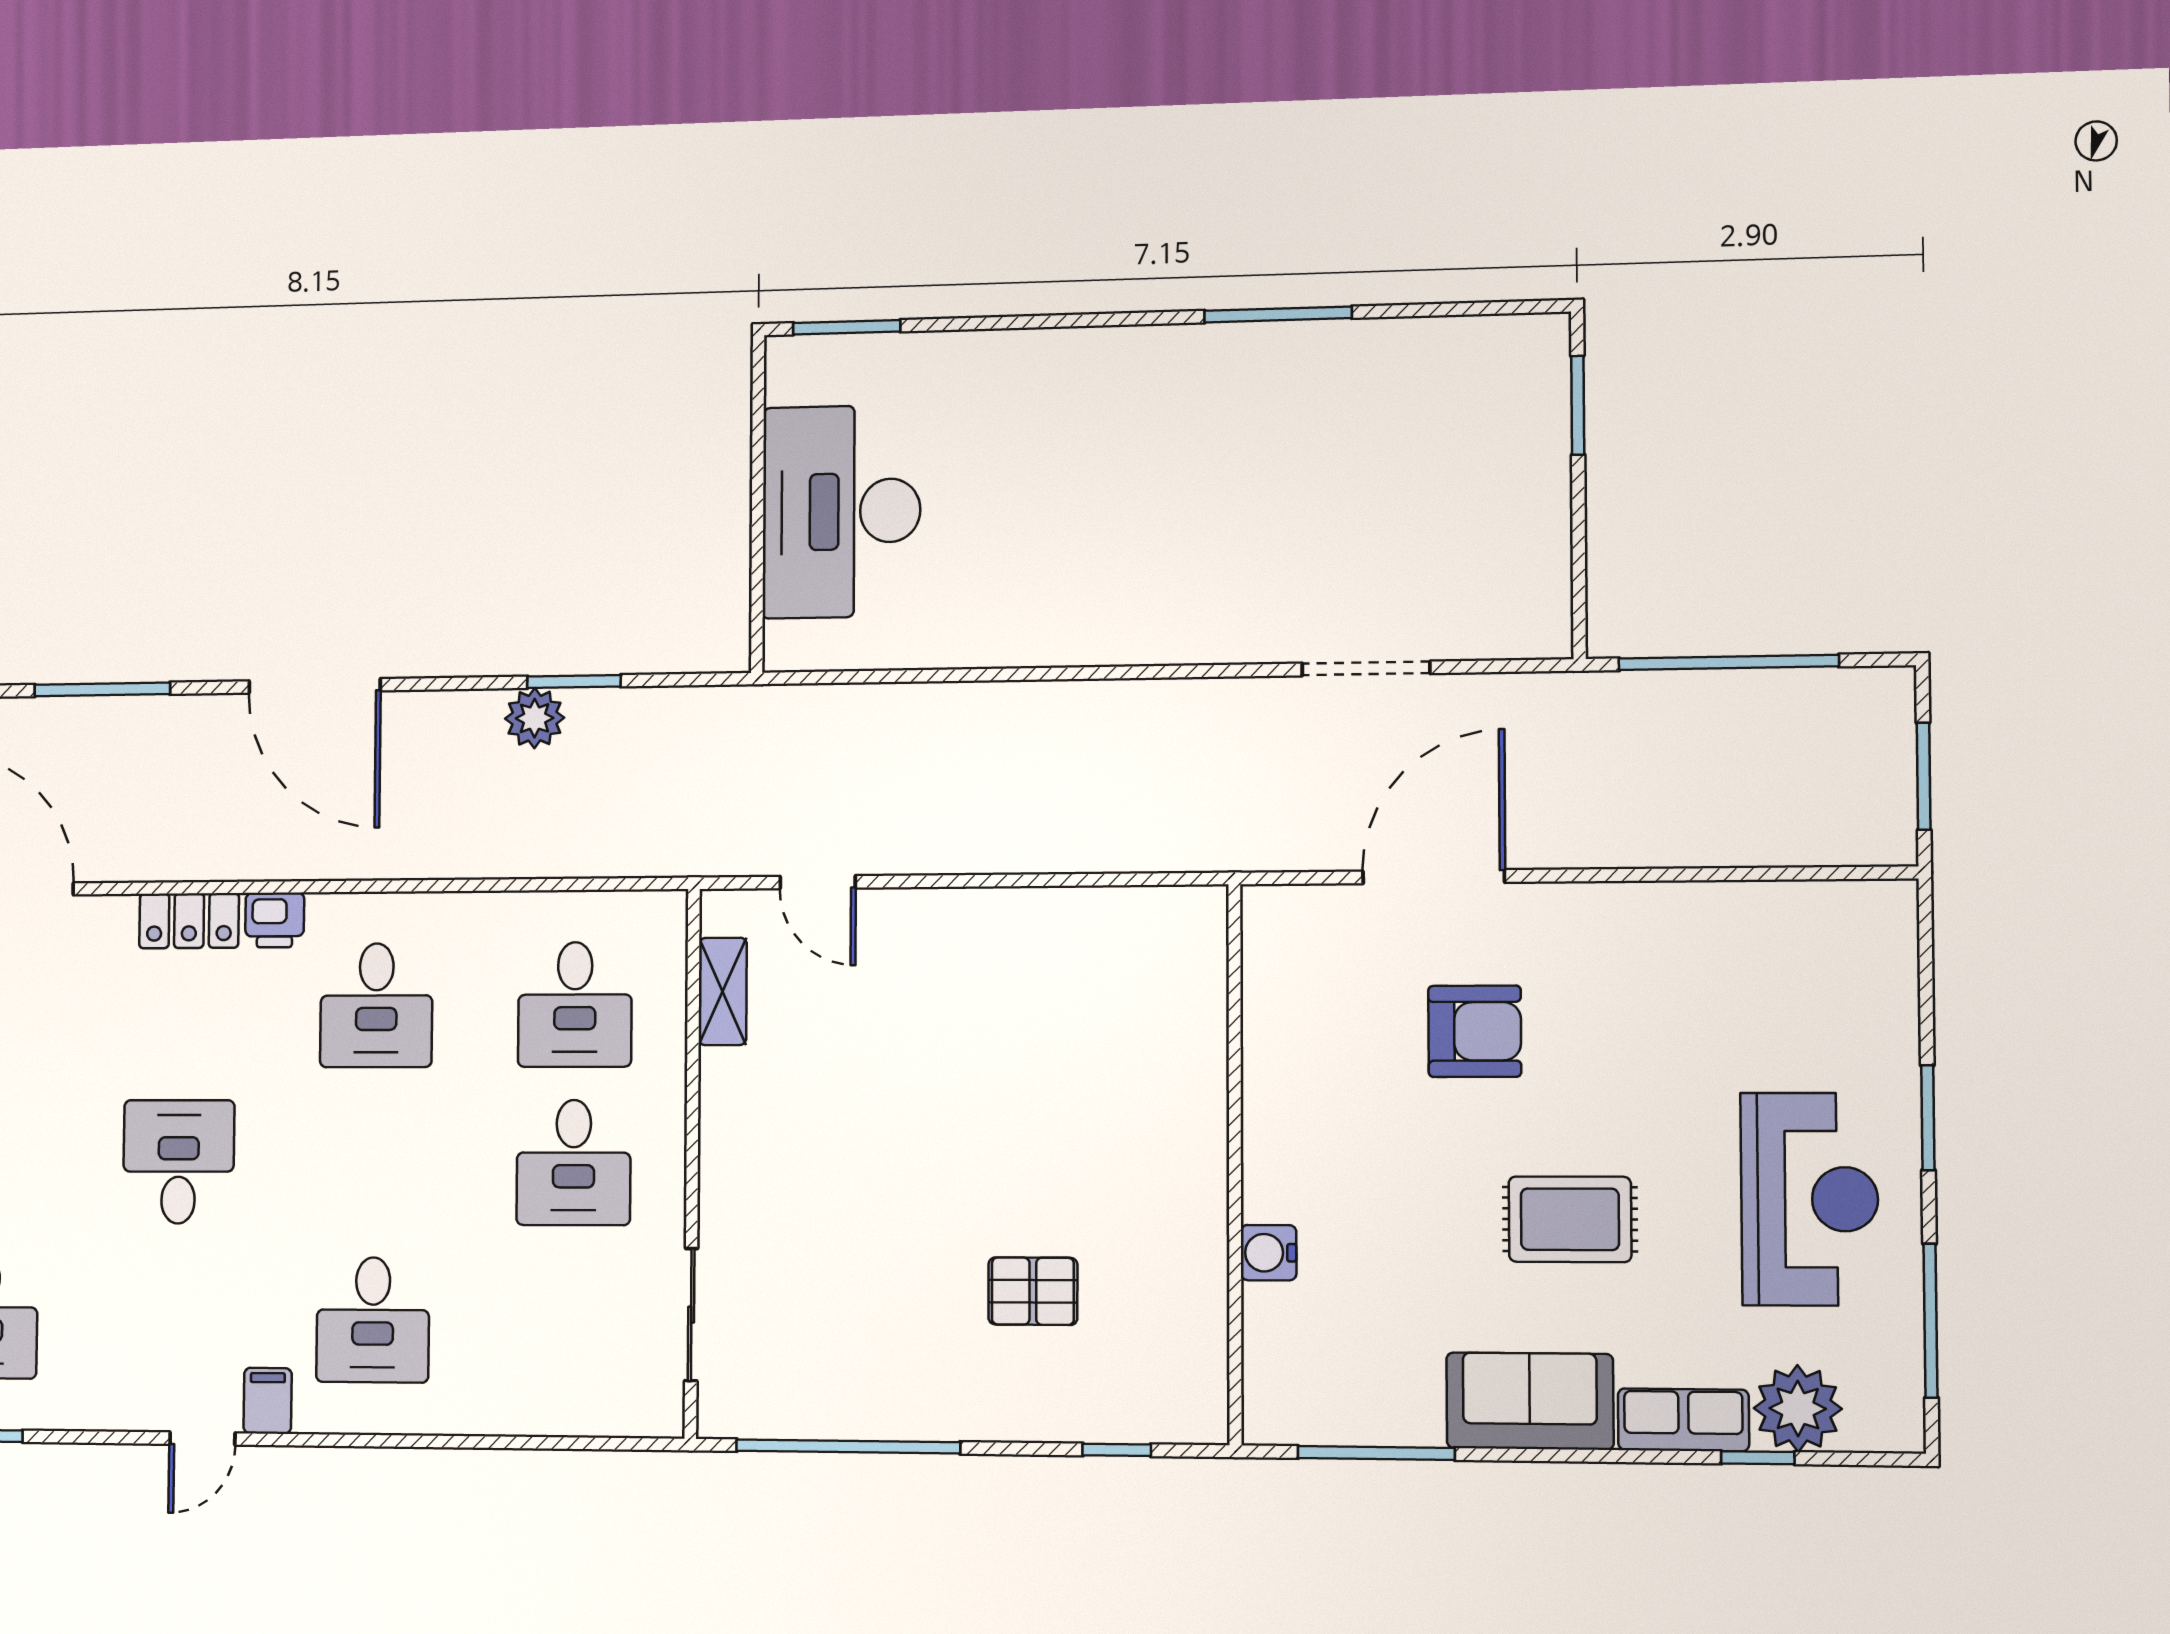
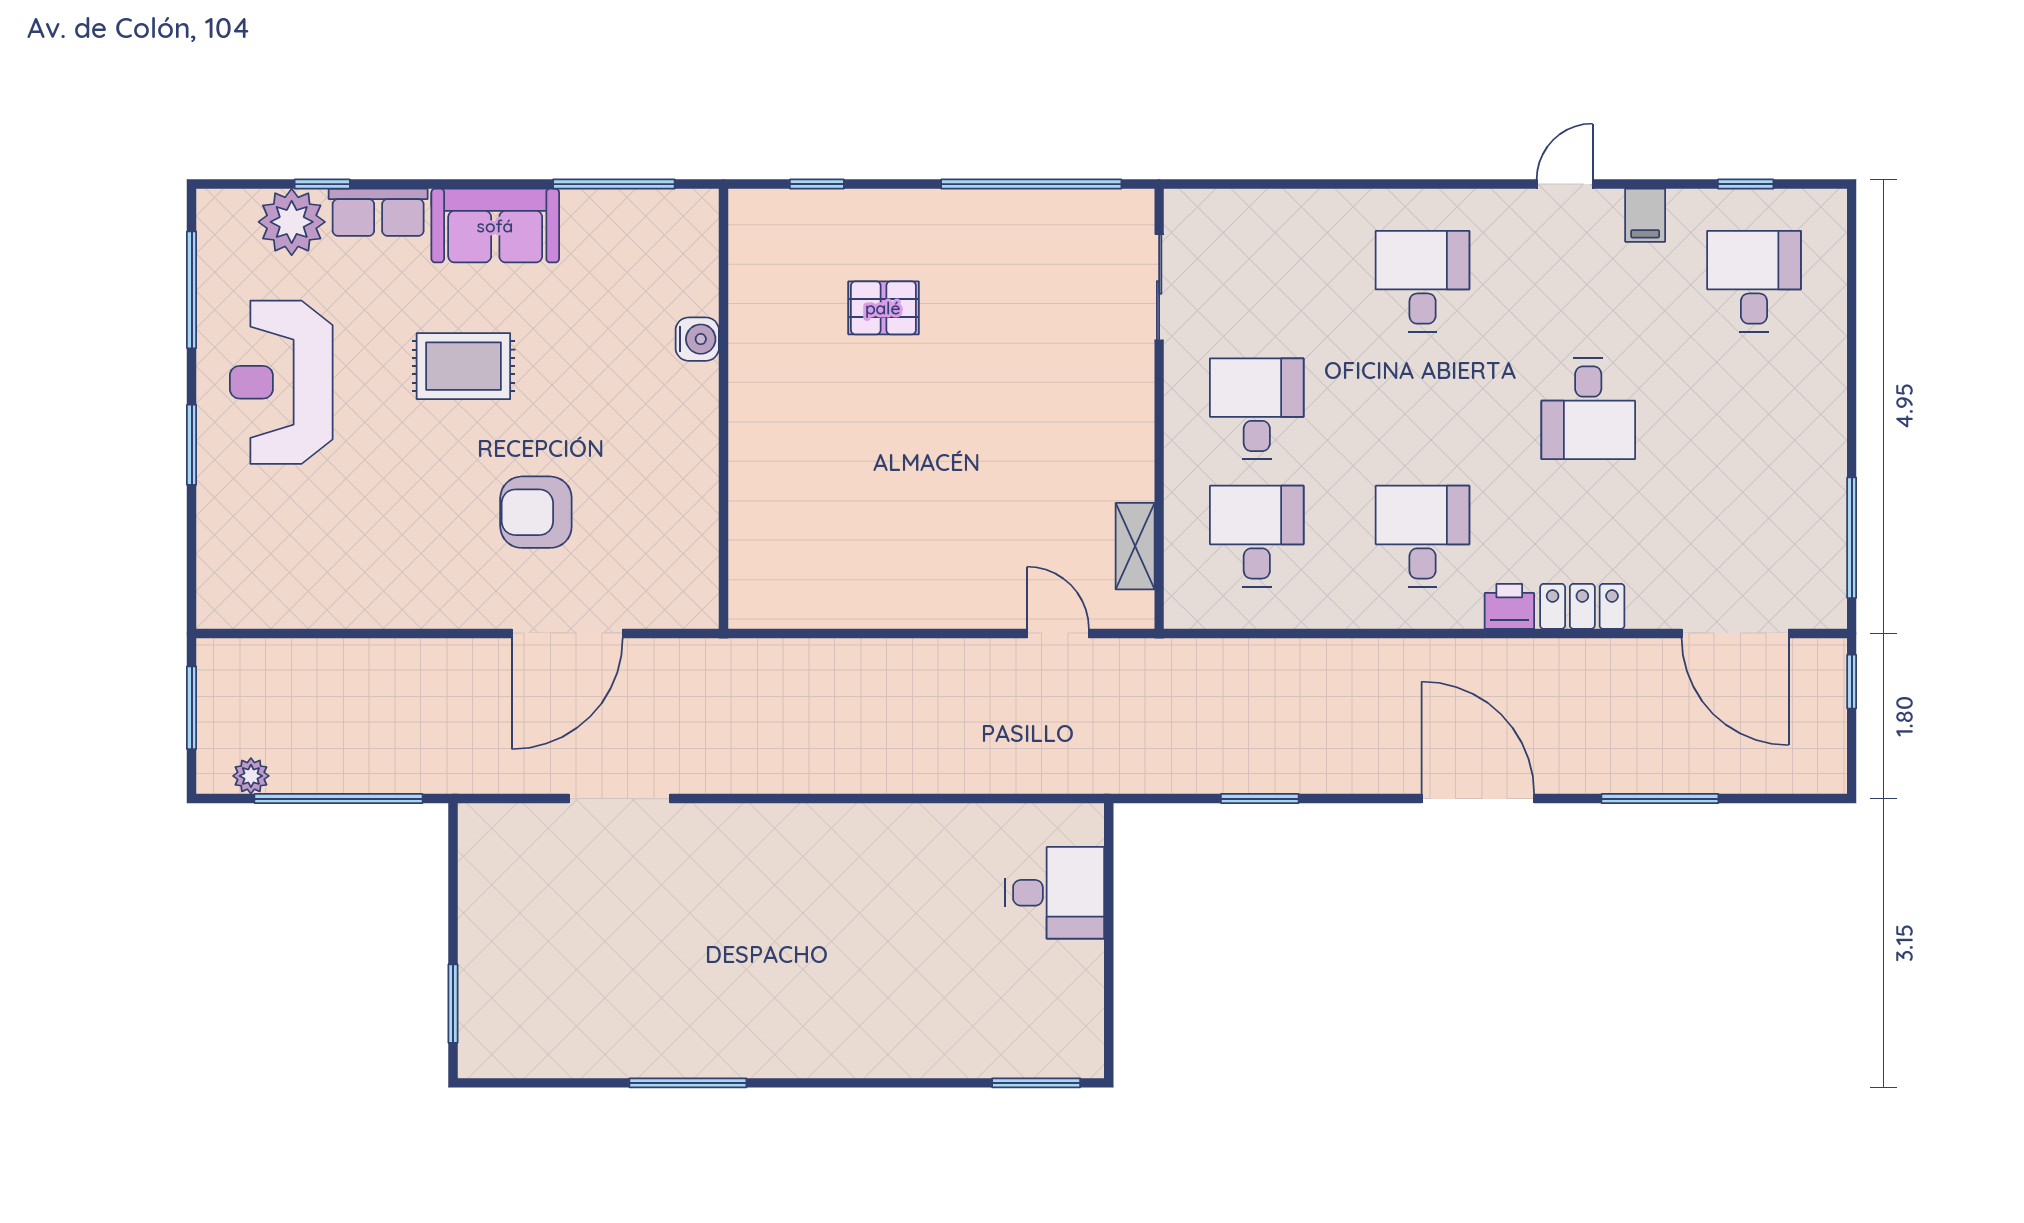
desk: (841, 512) -> (1055, 893), width x0.53, depth x0.77
plant: (535, 718) -> (251, 776), moved, width x0.73, depth x0.73
filing cabinet: (268, 1401) -> (1645, 215), moved

